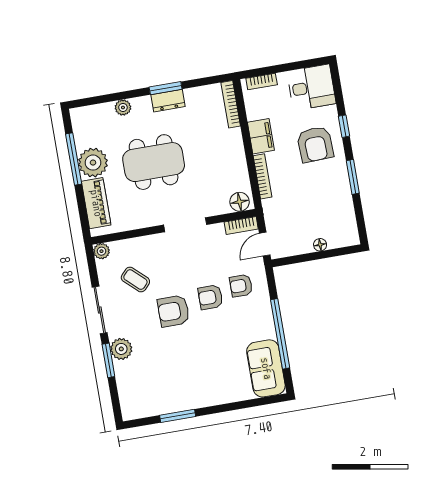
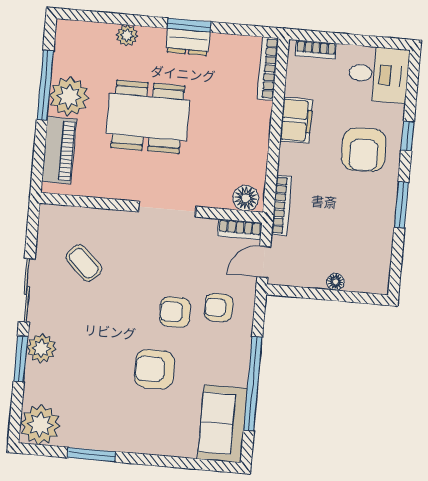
bookcase: (263, 176) -> (282, 205), moved
plant: (101, 251) -> (40, 425), moved, width x1.87, depth x1.87
armchair: (173, 311) -> (154, 369), moved

